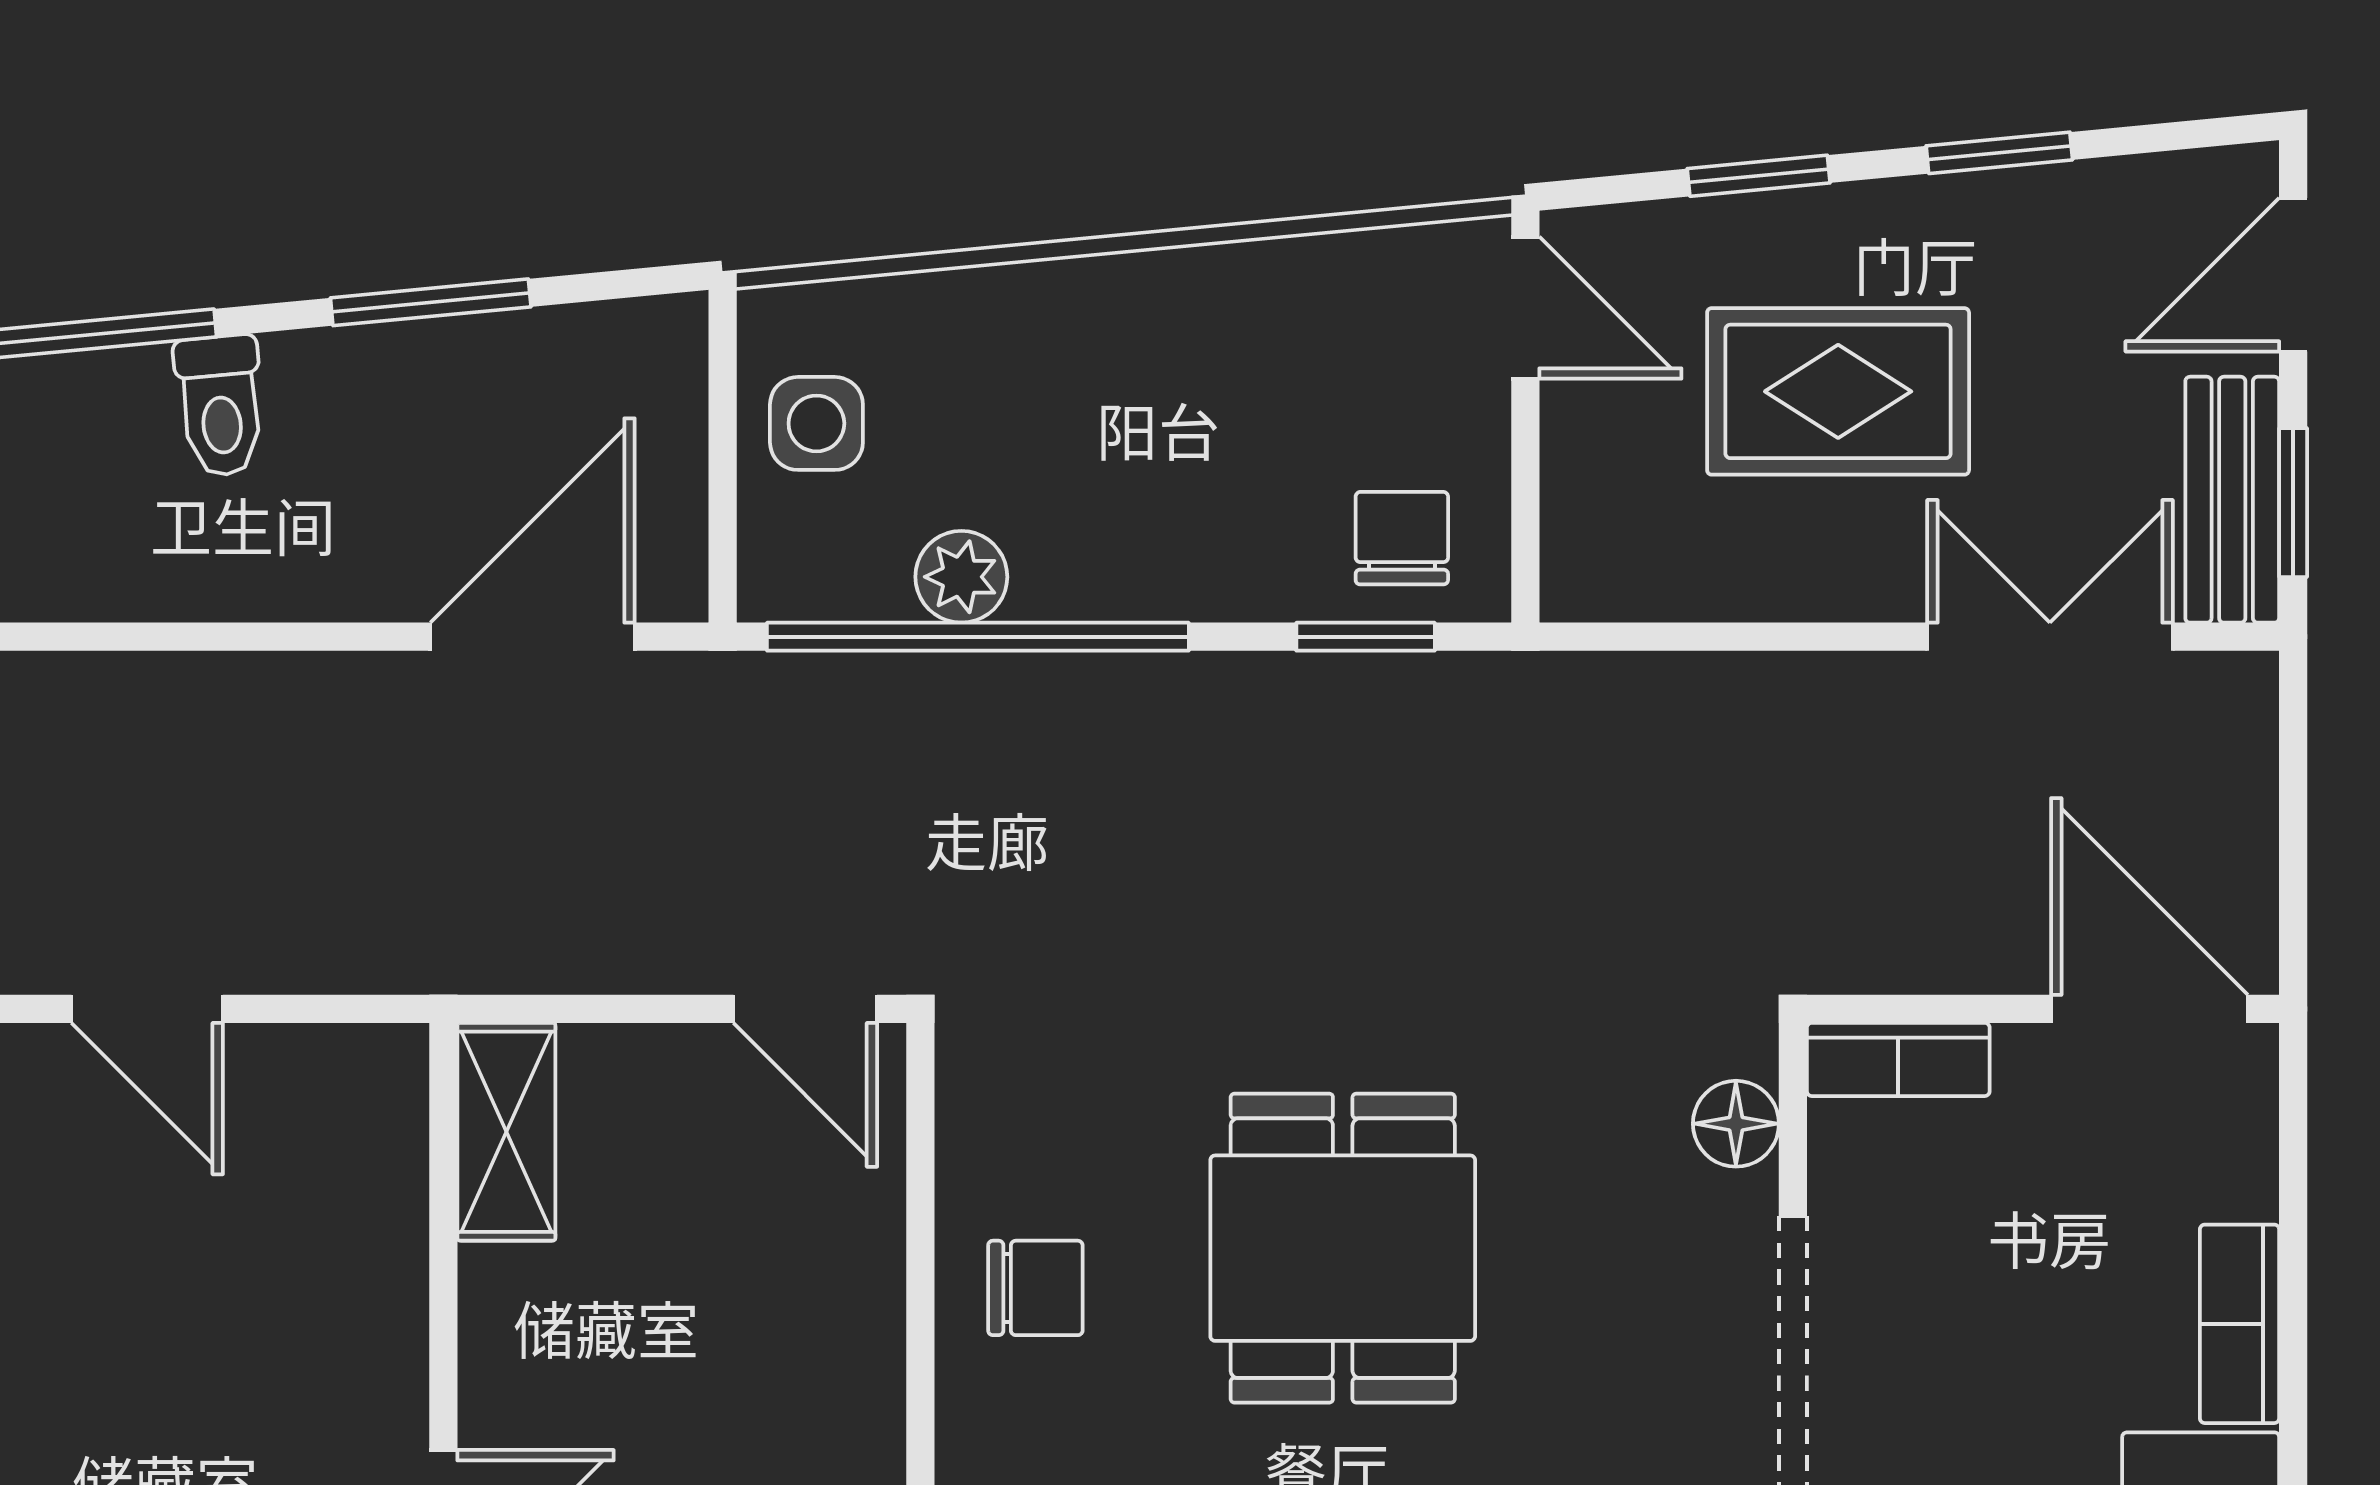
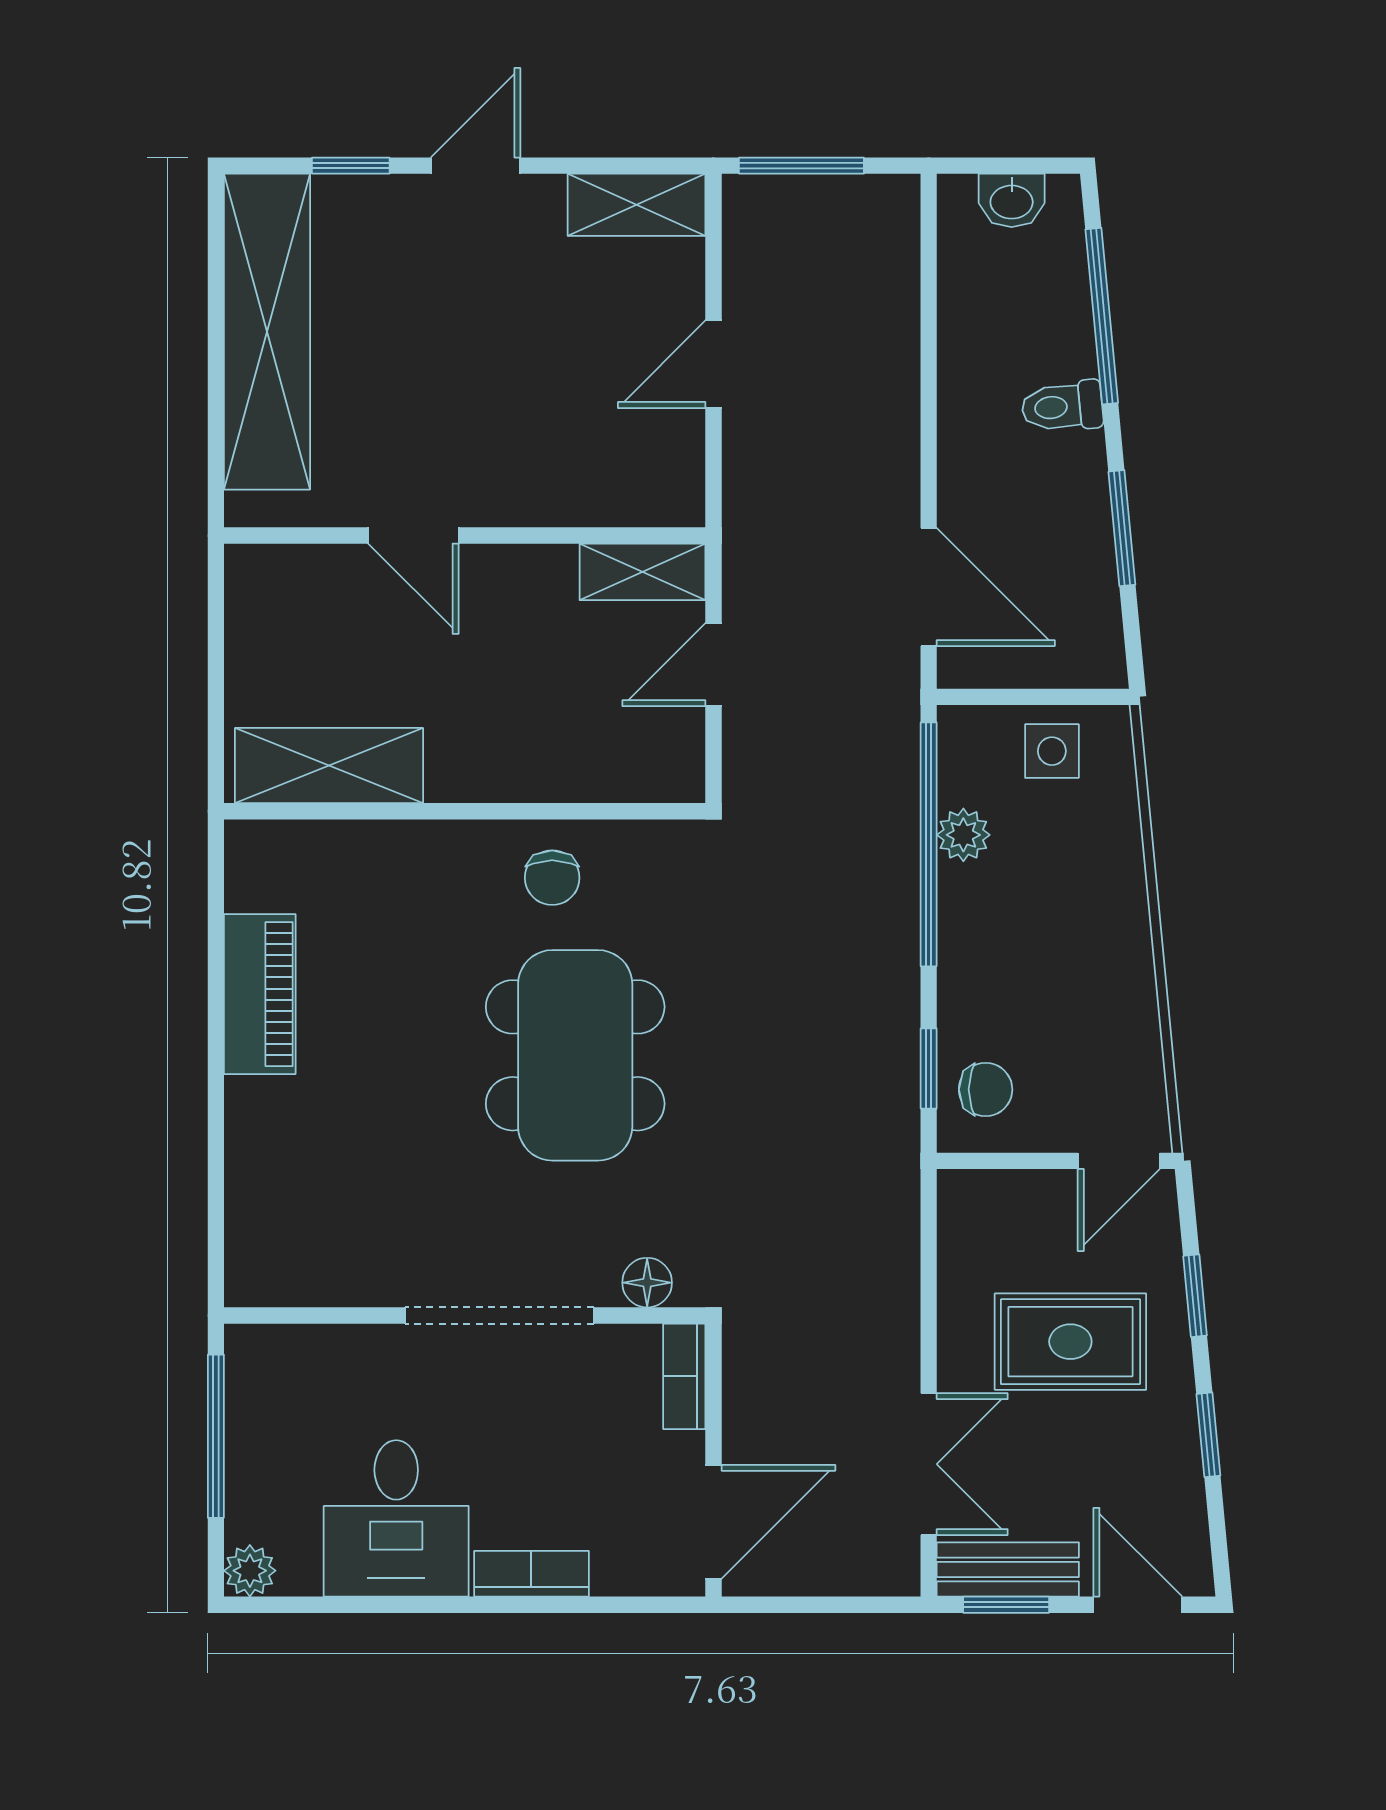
rug: (1838, 391) -> (1070, 1342), turned 90
door: (805, 1009) -> (713, 665), moved
dining table: (1343, 1248) -> (575, 1055), width x1.38

